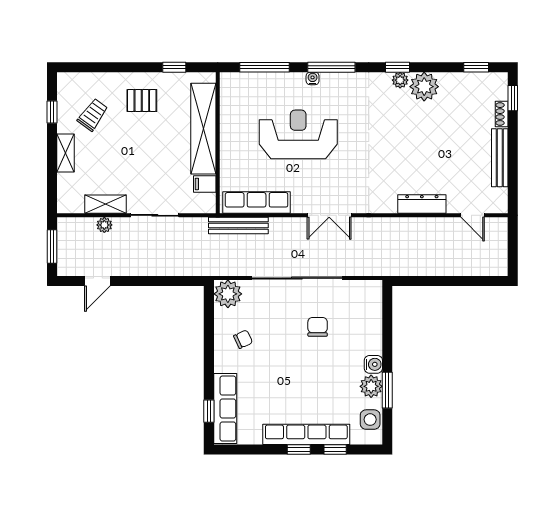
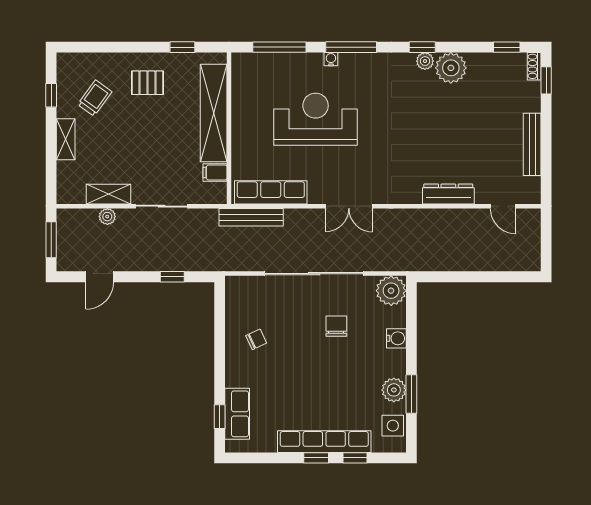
shoe rack: (502, 114) -> (534, 66), moved
window: (165, 281) -> (172, 277), added
plant: (228, 294) -> (391, 291), moved
water cooler: (373, 364) -> (396, 338), moved
row of seats: (225, 409) -> (237, 414), width x0.68

